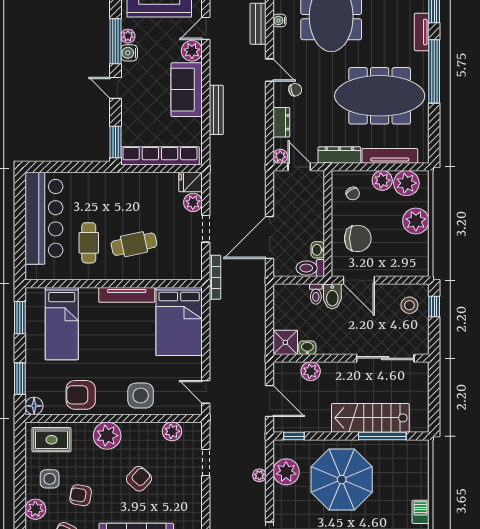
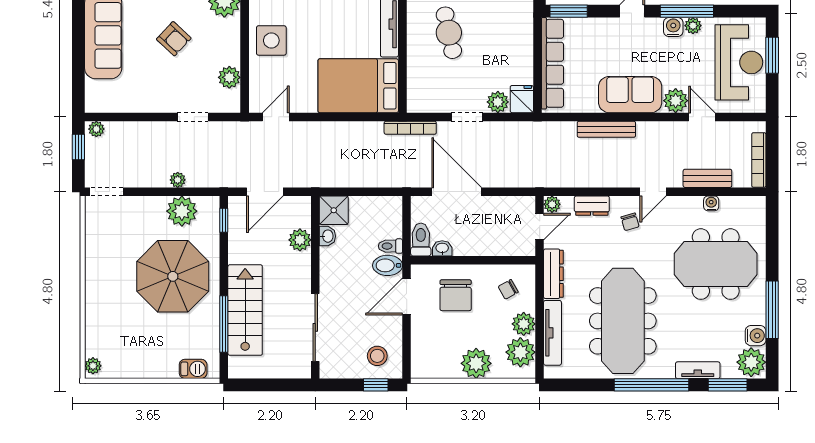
barbecue: (421, 512) -> (193, 369), moved

